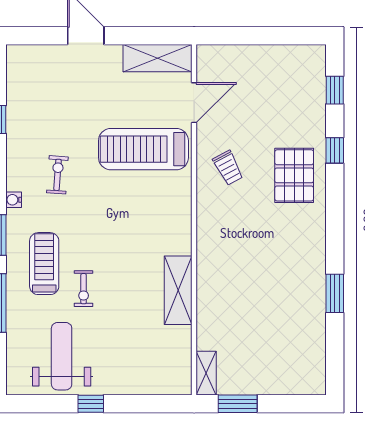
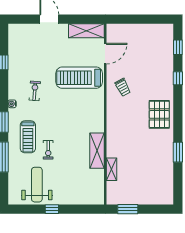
pallet: (294, 175) -> (159, 114), moved
treadmill: (44, 264) -> (28, 137), turned 180
shelving: (206, 373) -> (111, 169), moved

